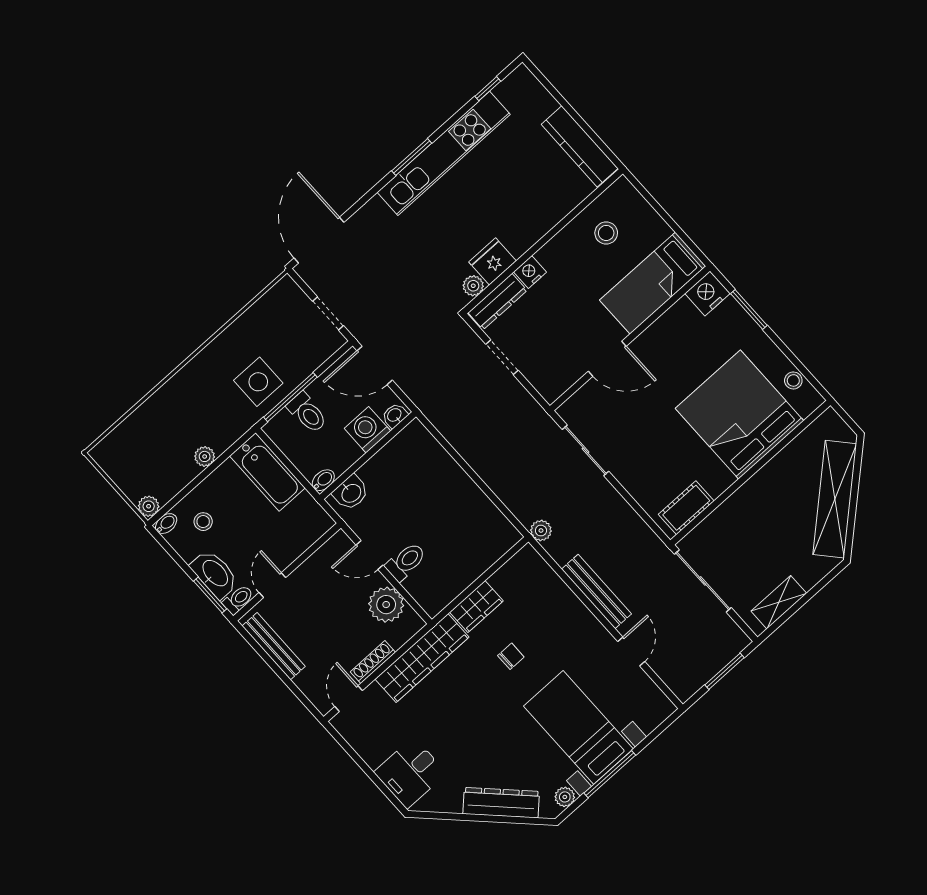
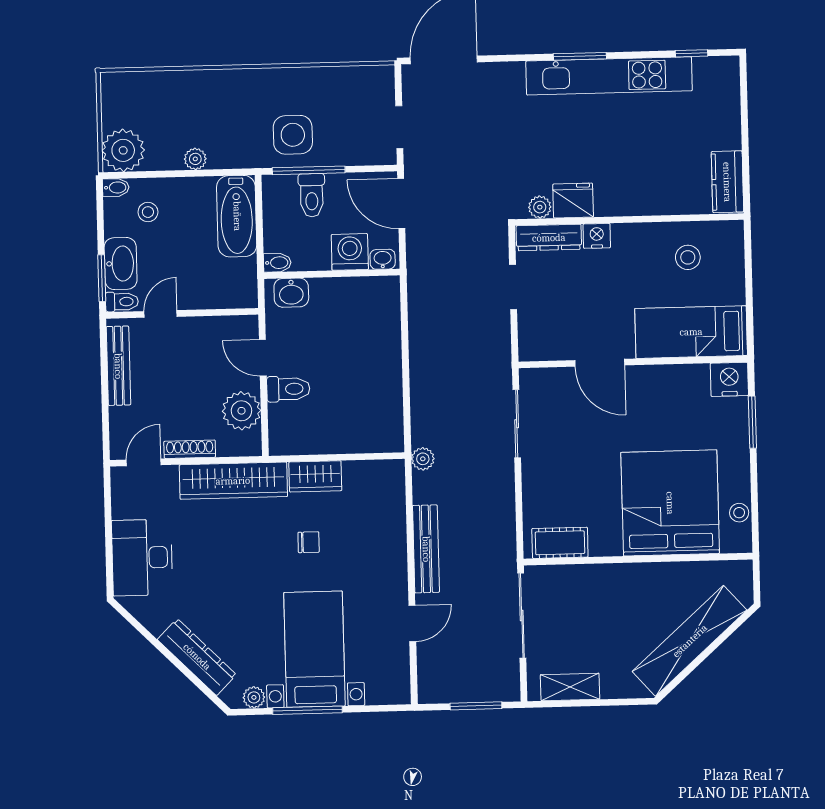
kitchen counter: (580, 146) -> (727, 182), width x0.67
plant: (149, 506) -> (123, 150), width x1.88, depth x1.88
desk: (410, 773) -> (142, 558), width x1.37

